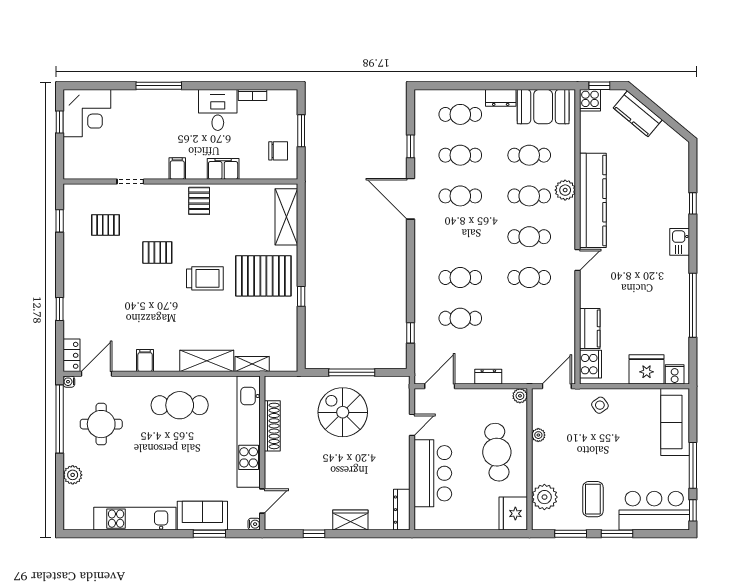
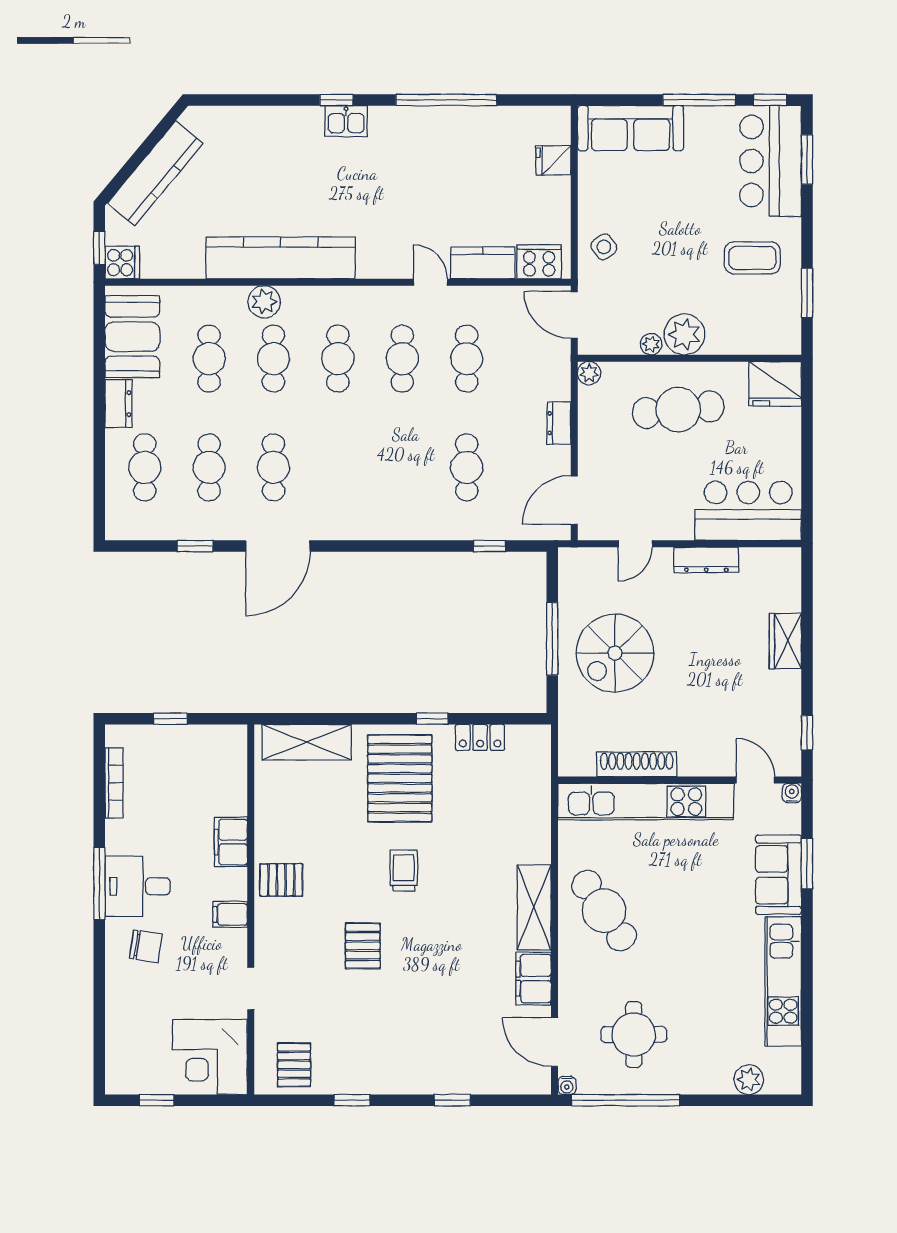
window: (159, 86) -> (99, 884), moved
bookcase: (253, 95) -> (114, 783), width x1.56
desk: (218, 110) -> (138, 886), moved
corner desk: (87, 113) -> (210, 1057), moved, turned 180
kitchen counter: (638, 114) -> (155, 173), width x1.50
window: (301, 131) -> (170, 719), width x0.67
chair: (278, 151) -> (146, 946), moved, turned 99
window: (693, 203) -> (336, 100), moved
window: (60, 221) -> (352, 1100), moved
pallet: (106, 225) -> (294, 1065), moved
door: (578, 260) -> (430, 282), moved
cafe table: (460, 277) -> (467, 359), moved
trolley: (205, 278) -> (404, 871), width x0.73, depth x0.72
locker: (72, 355) -> (480, 737), moved, turned 180
filing cabinet: (145, 361) -> (533, 979), width x2.00
shelving: (207, 361) -> (534, 907), moved
shelving: (252, 364) -> (539, 796), removed
fridge: (647, 369) -> (553, 160), width x0.53, depth x0.75
cooker: (675, 374) -> (555, 129), removed
door: (440, 386) -> (574, 500), hinge flipped
cafe table: (180, 405) -> (604, 911), turned -34
door: (412, 425) -> (635, 544), swing flipped
bar counter: (433, 473) -> (748, 511), moved
plant: (73, 475) -> (749, 1080), moved
plant: (544, 497) -> (684, 334), moved
dresser: (402, 510) -> (706, 560), moved
window: (314, 534) -> (807, 733), moved
window: (617, 534) -> (807, 159), moved

